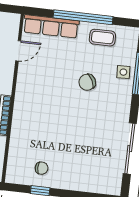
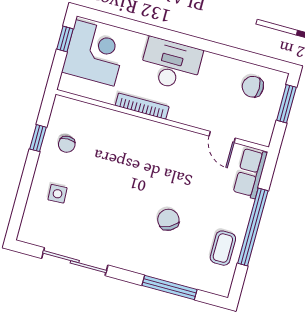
row of seats: (51, 26) -> (250, 173), width x0.68
side table: (123, 72) -> (58, 194), moved

